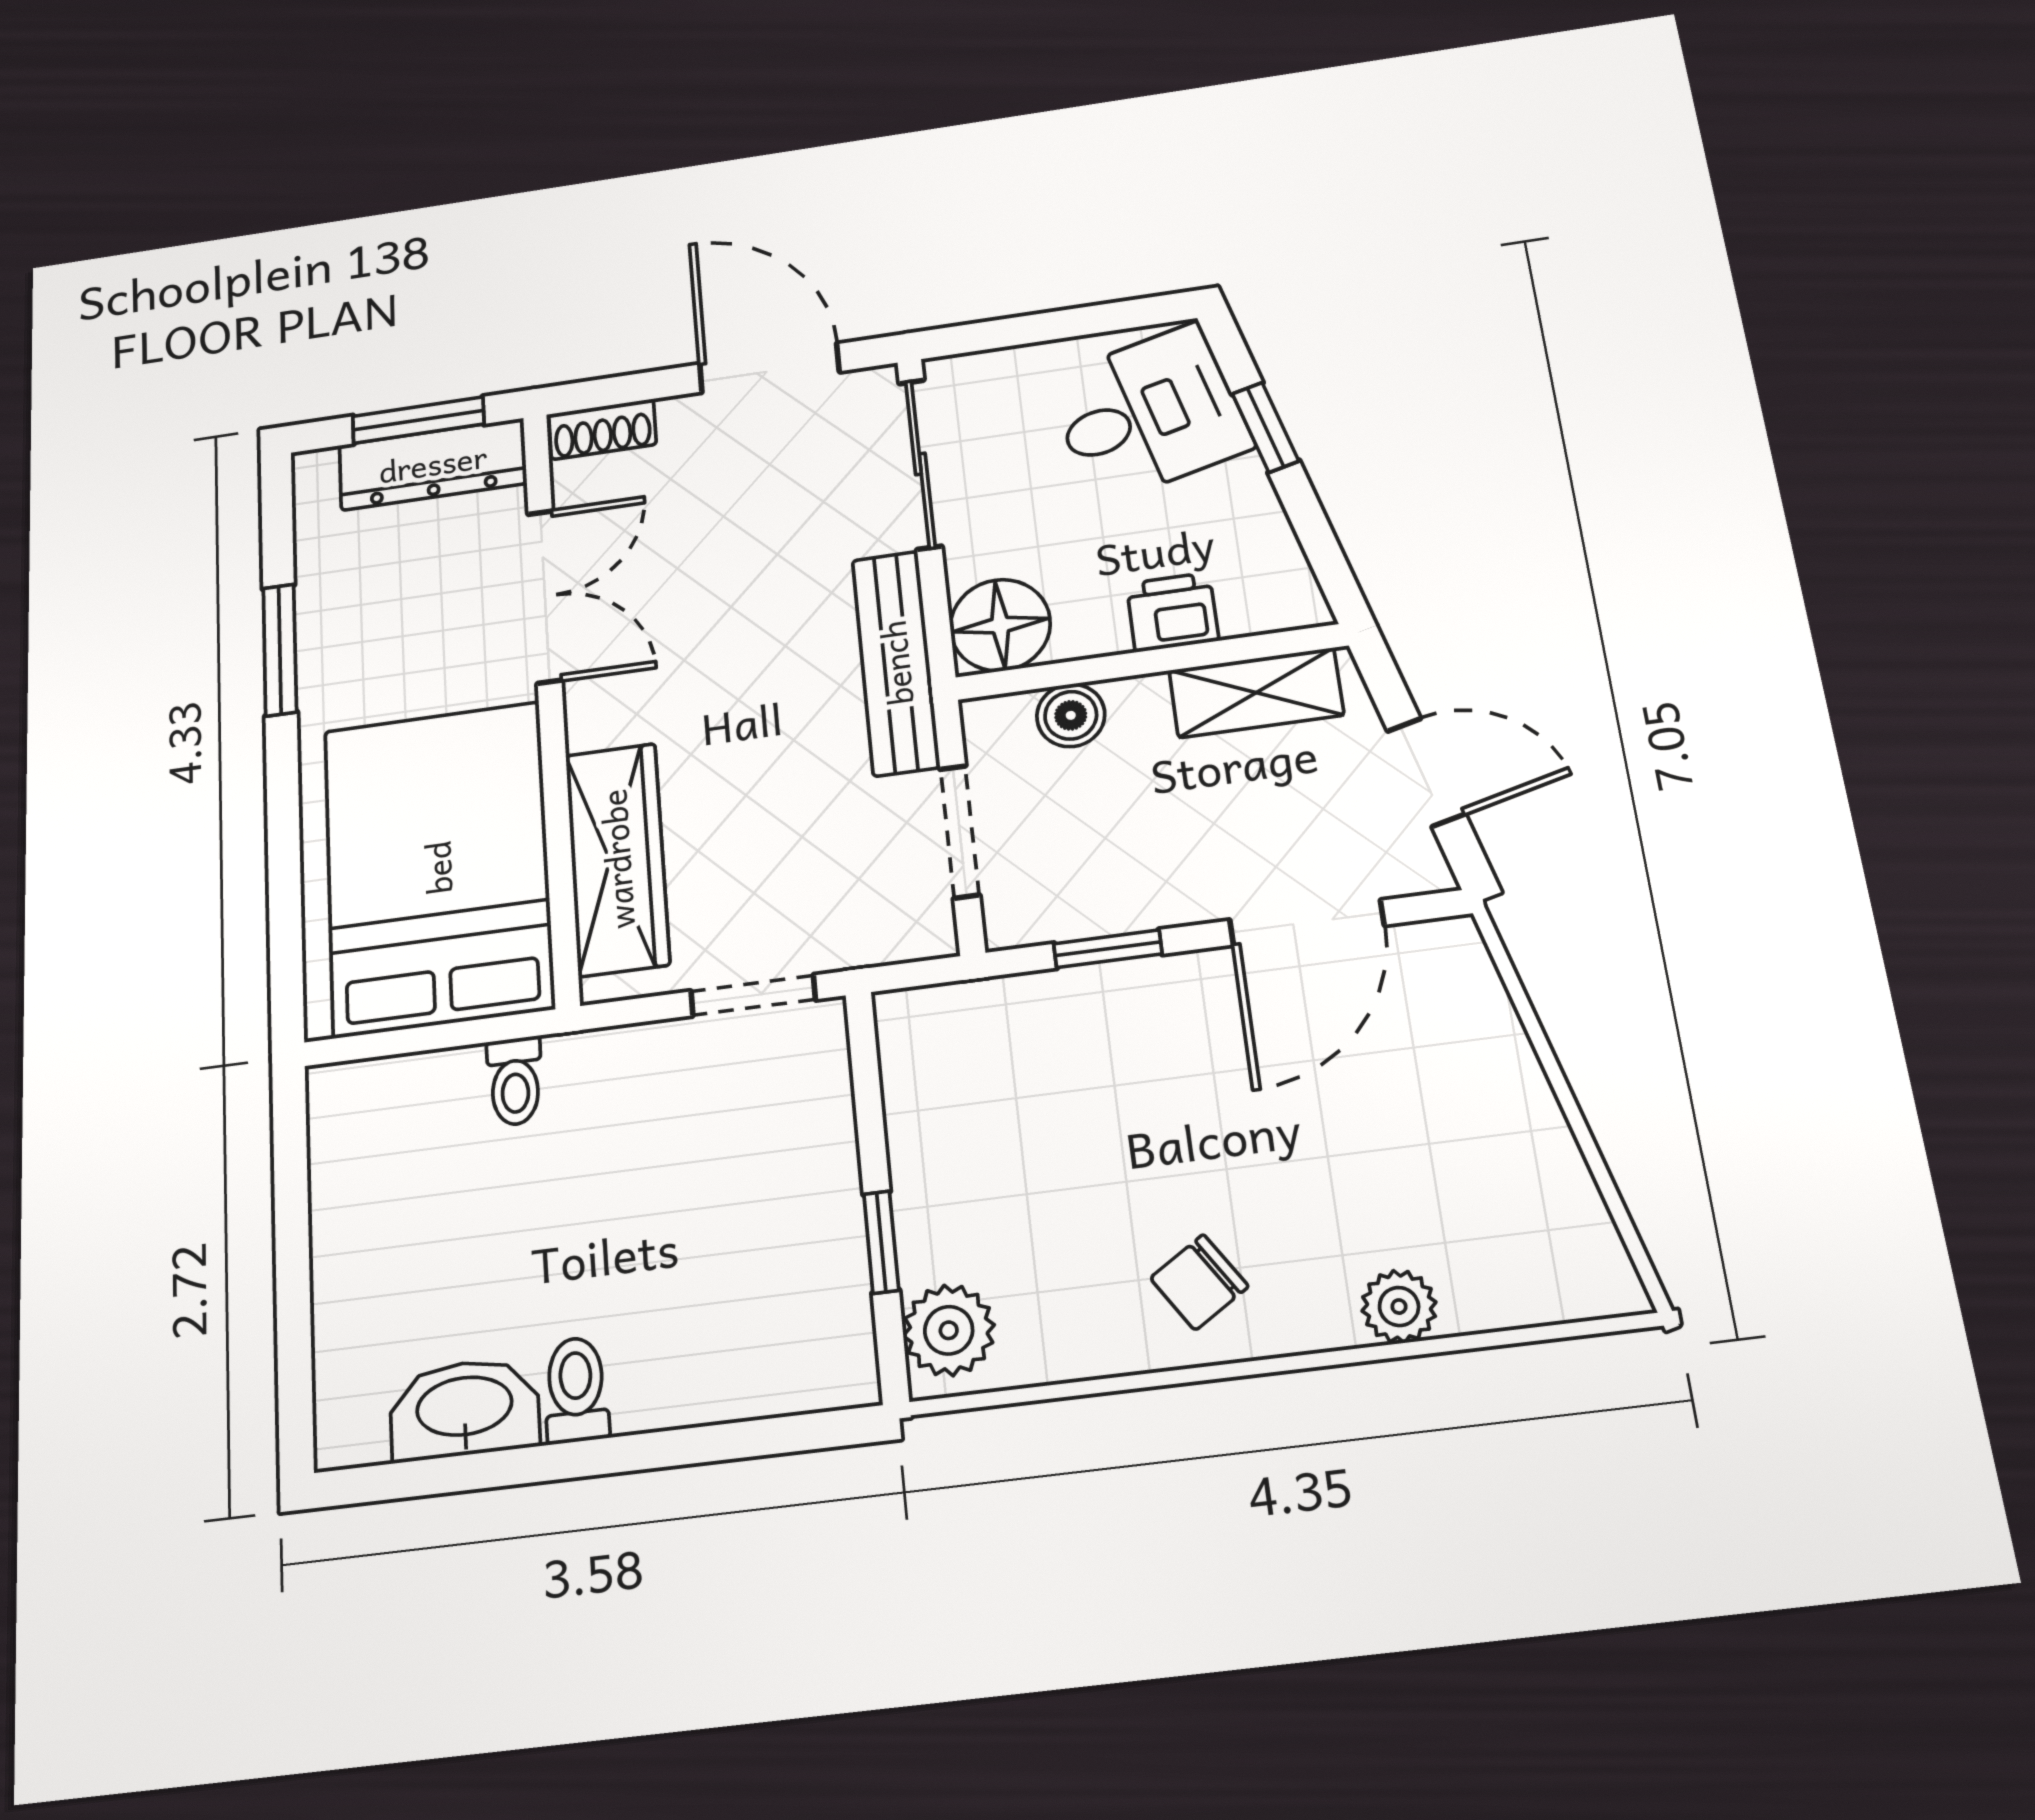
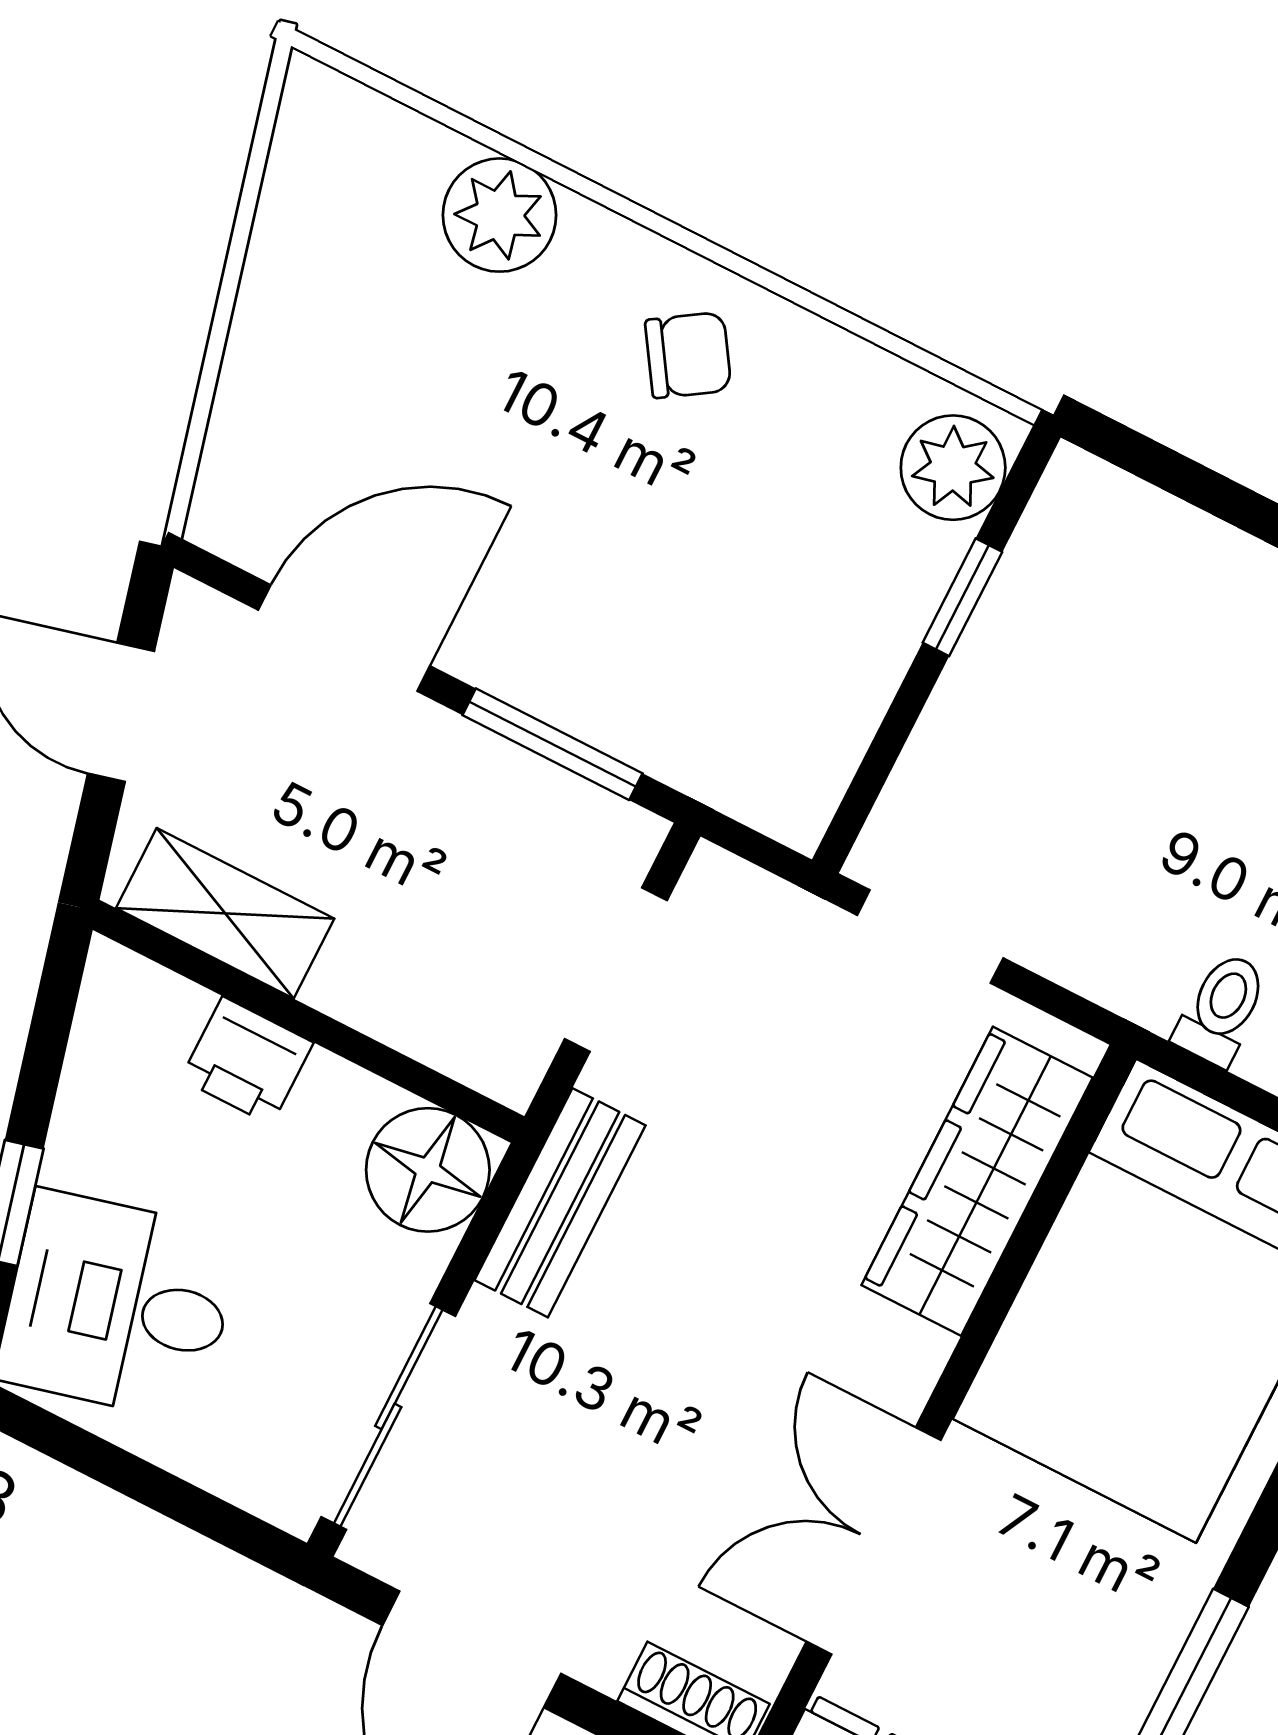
bench: (896, 663) -> (560, 1203), width x0.73
boiler: (1071, 715) -> (424, 1019), removed
window: (1108, 949) -> (553, 744), width x1.50
plant: (1399, 1307) -> (499, 215), width x1.38, depth x1.38

